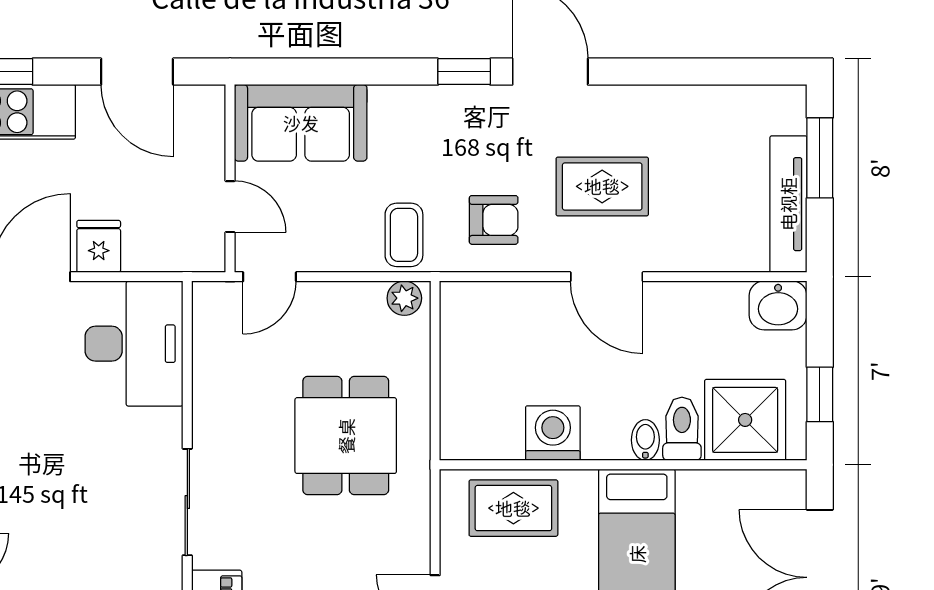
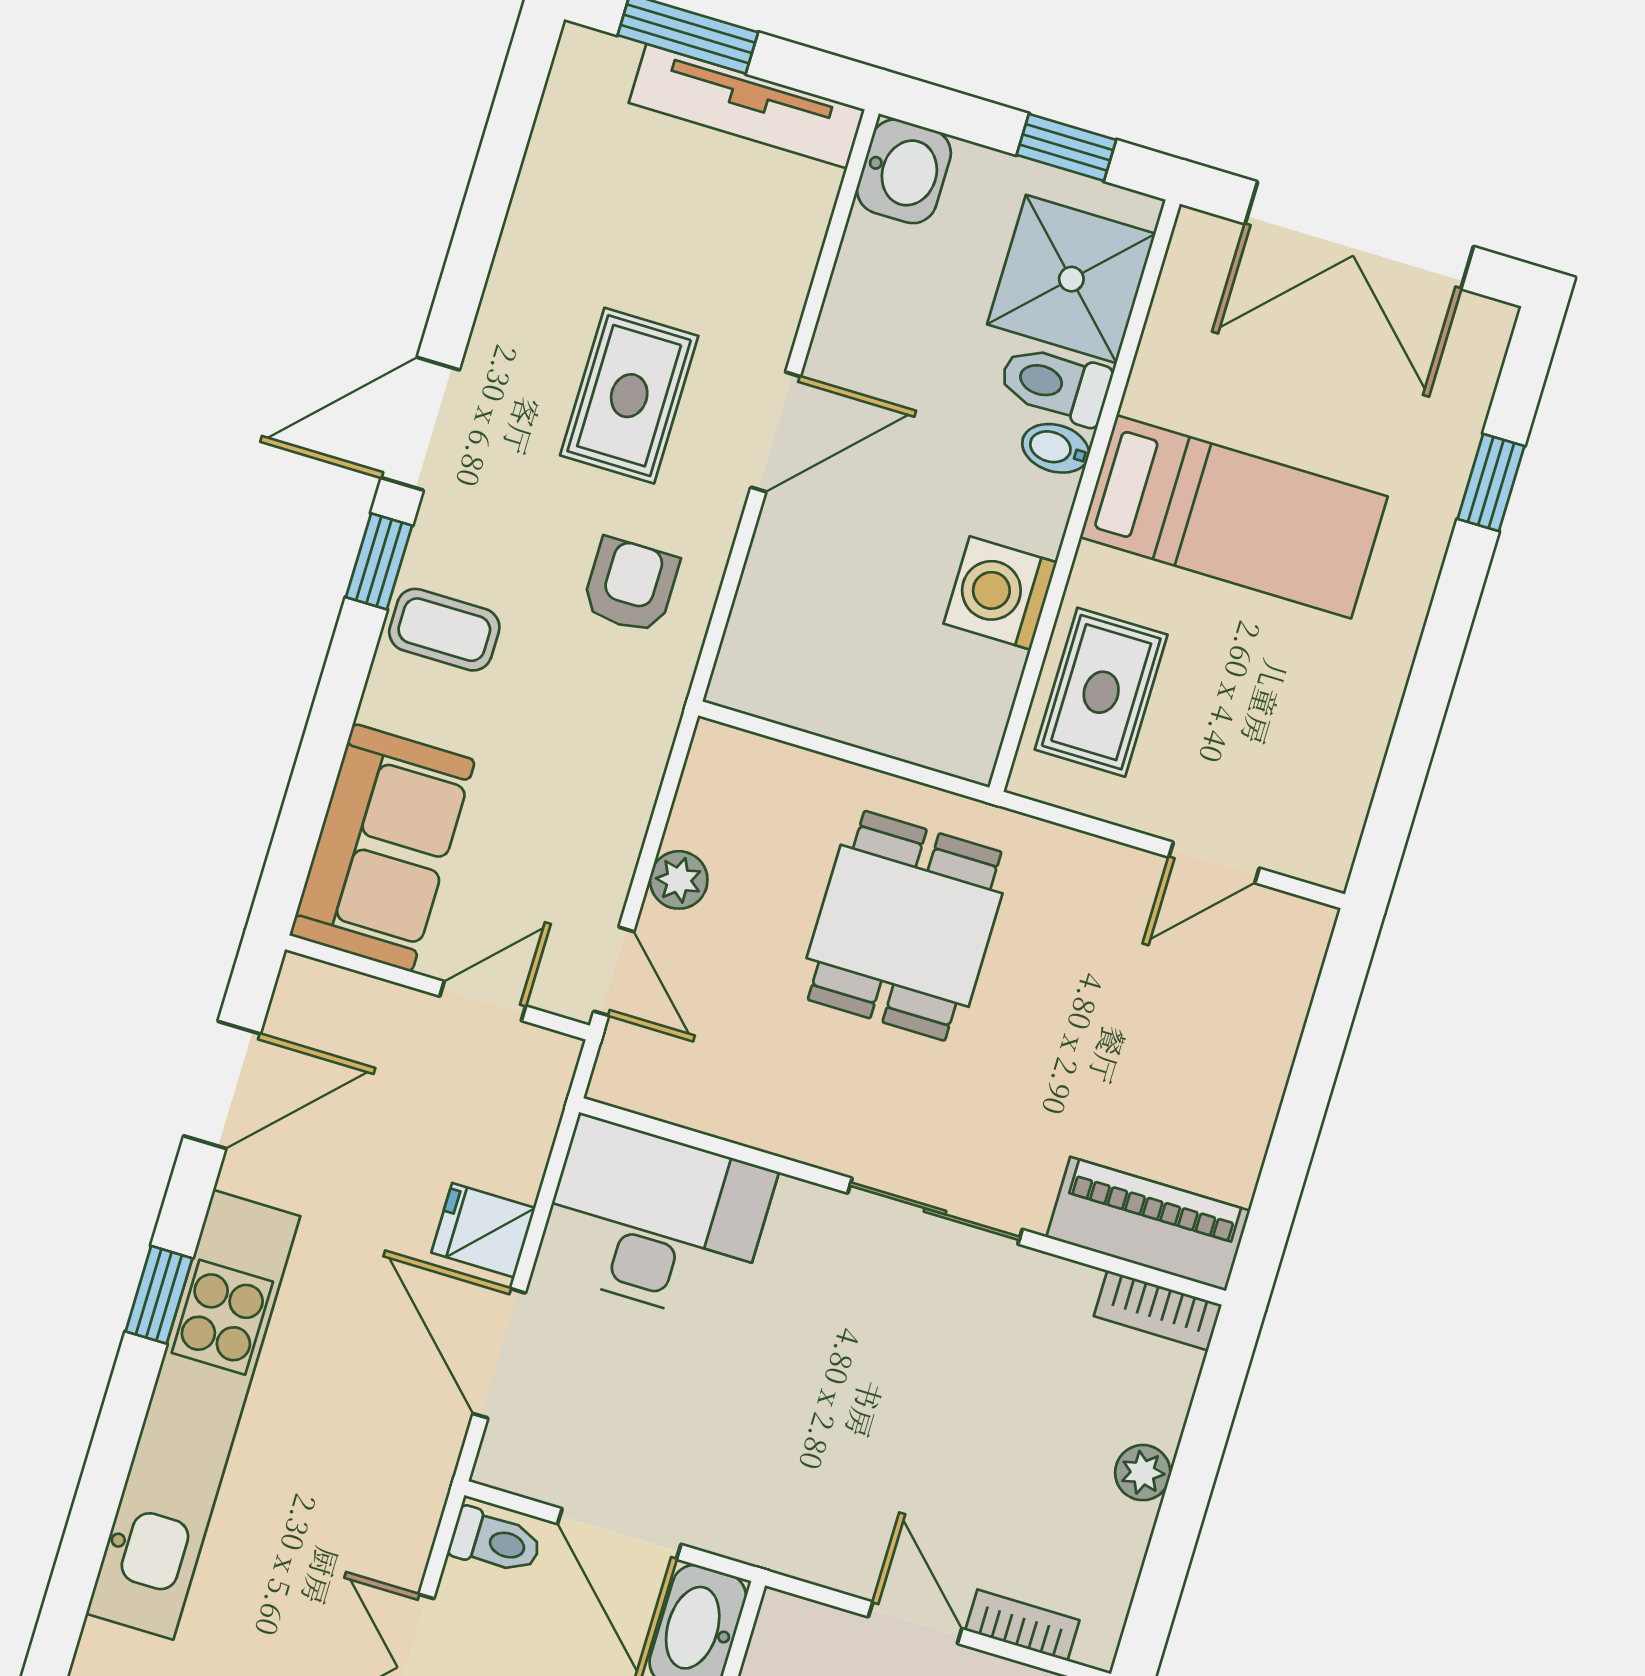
coffee table: (404, 235) -> (444, 630), moved
plant: (404, 298) -> (679, 880), moved
dining table: (346, 436) -> (905, 926), turned 90

